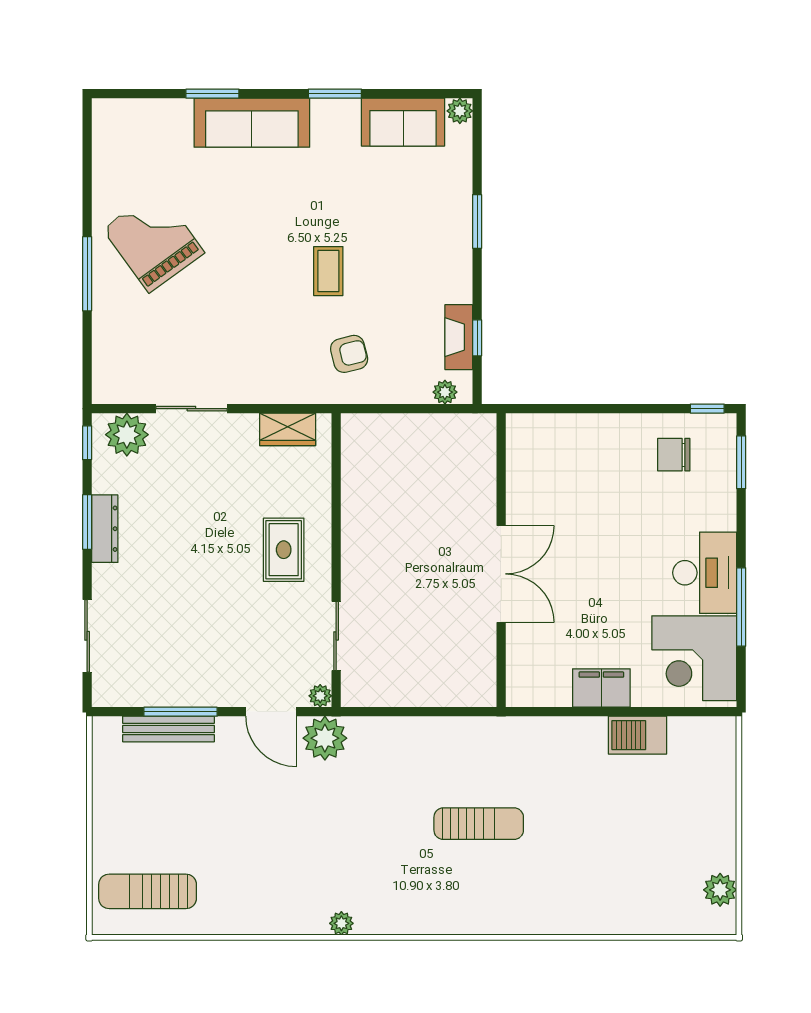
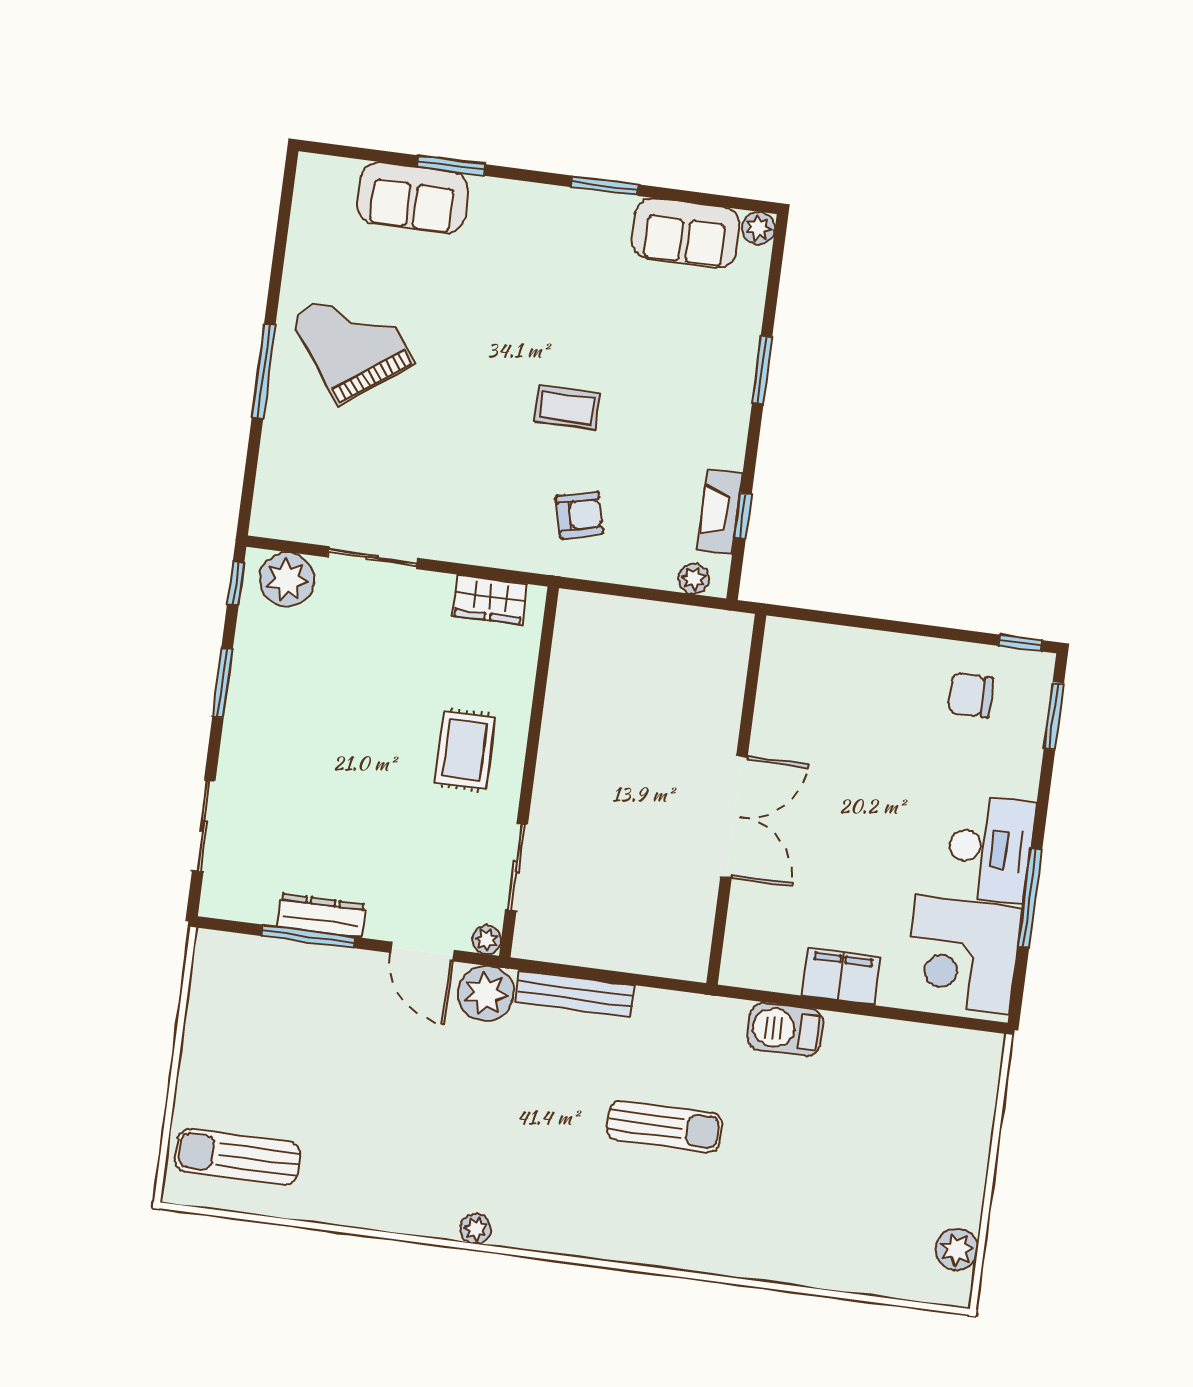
sofa: (252, 123) -> (413, 198), moved, width x0.73
coffee table: (328, 271) -> (567, 408), turned 90
dresser: (105, 529) -> (321, 915), moved, turned -90
bench: (169, 729) -> (575, 994), moved
barbecue: (637, 735) -> (785, 1029), moved

